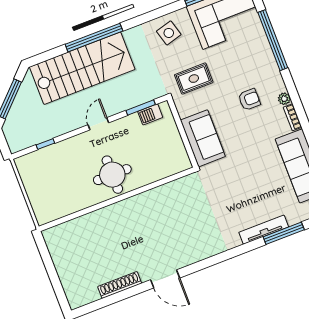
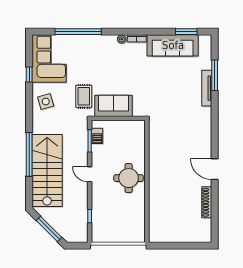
armchair: (249, 99) -> (113, 64), removed
sofa: (203, 138) -> (113, 106), moved
door: (165, 279) -> (215, 169), swing flipped

